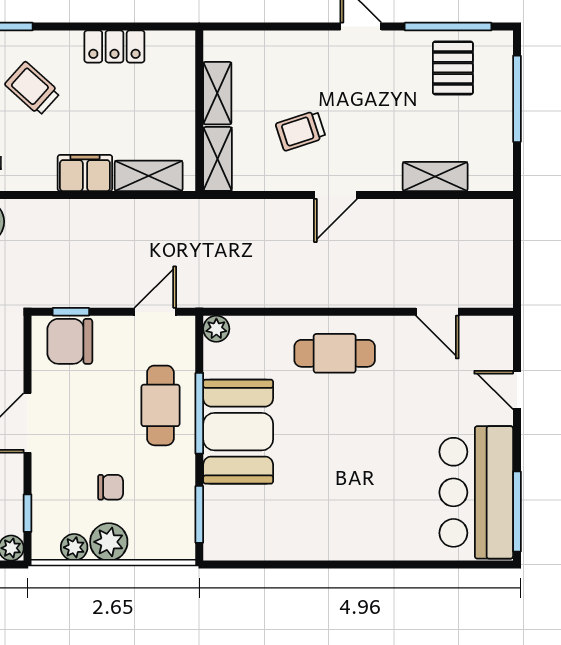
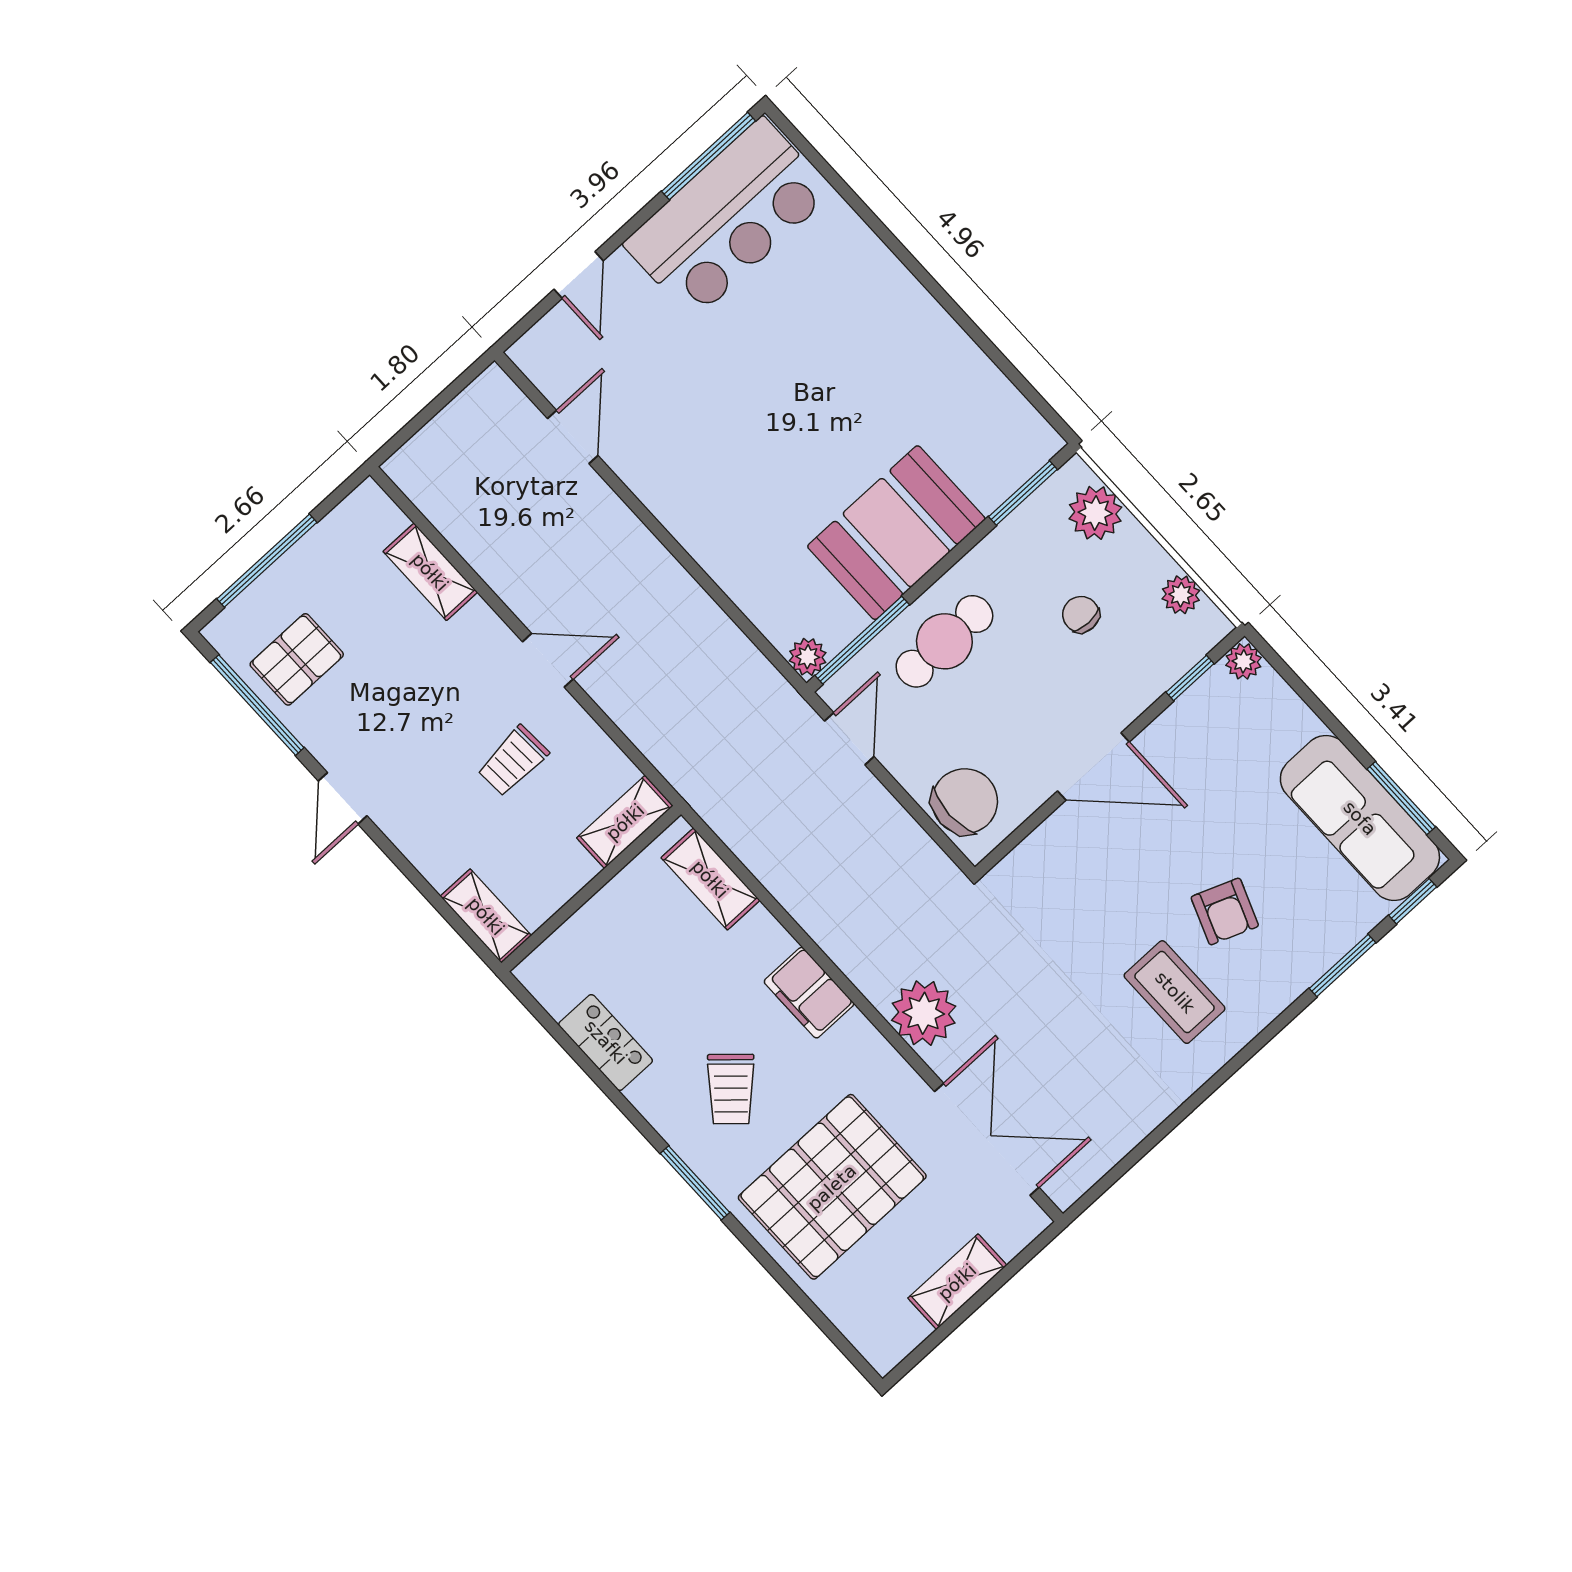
shelving: (217, 93) -> (486, 916), moved, turned 90
trolley: (301, 131) -> (513, 761), turned 105
filing cabinet: (85, 173) -> (809, 993), moved
window: (71, 312) -> (932, 829), removed
door: (155, 312) -> (849, 739), swing flipped
chair: (70, 341) -> (965, 801), turned -90
cafe table: (335, 353) -> (718, 506), removed
window: (199, 413) -> (862, 640), moved
plant: (109, 542) -> (1095, 513), moved

